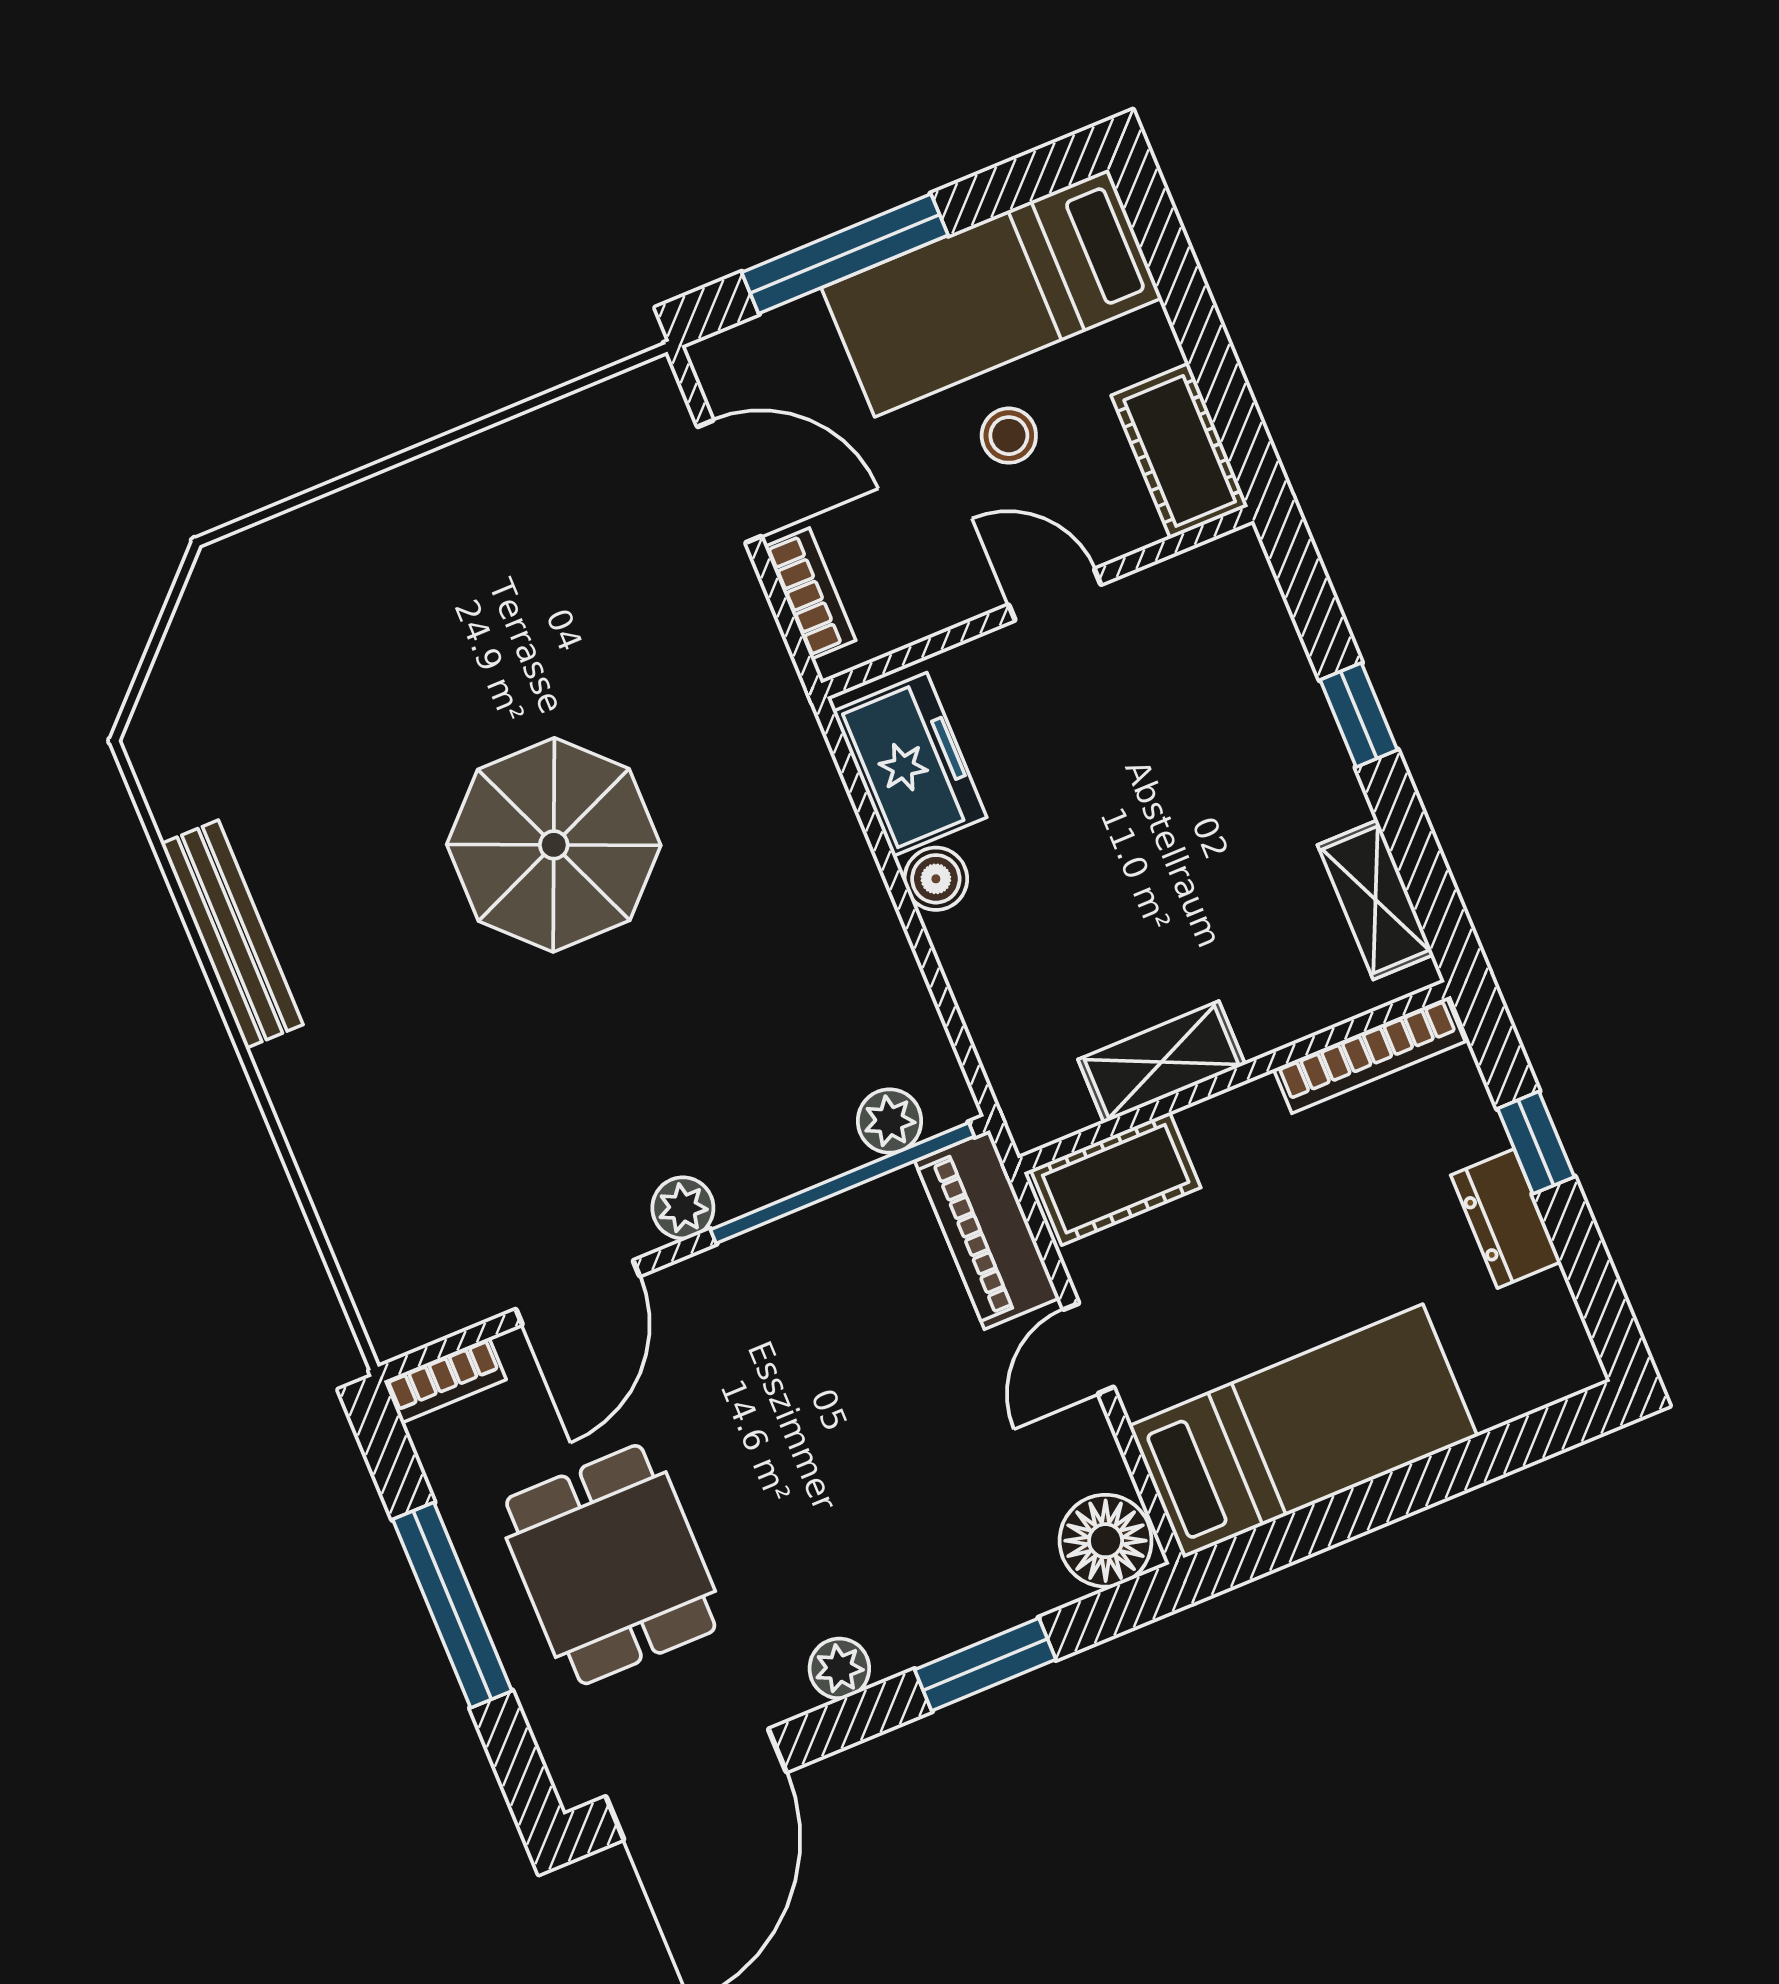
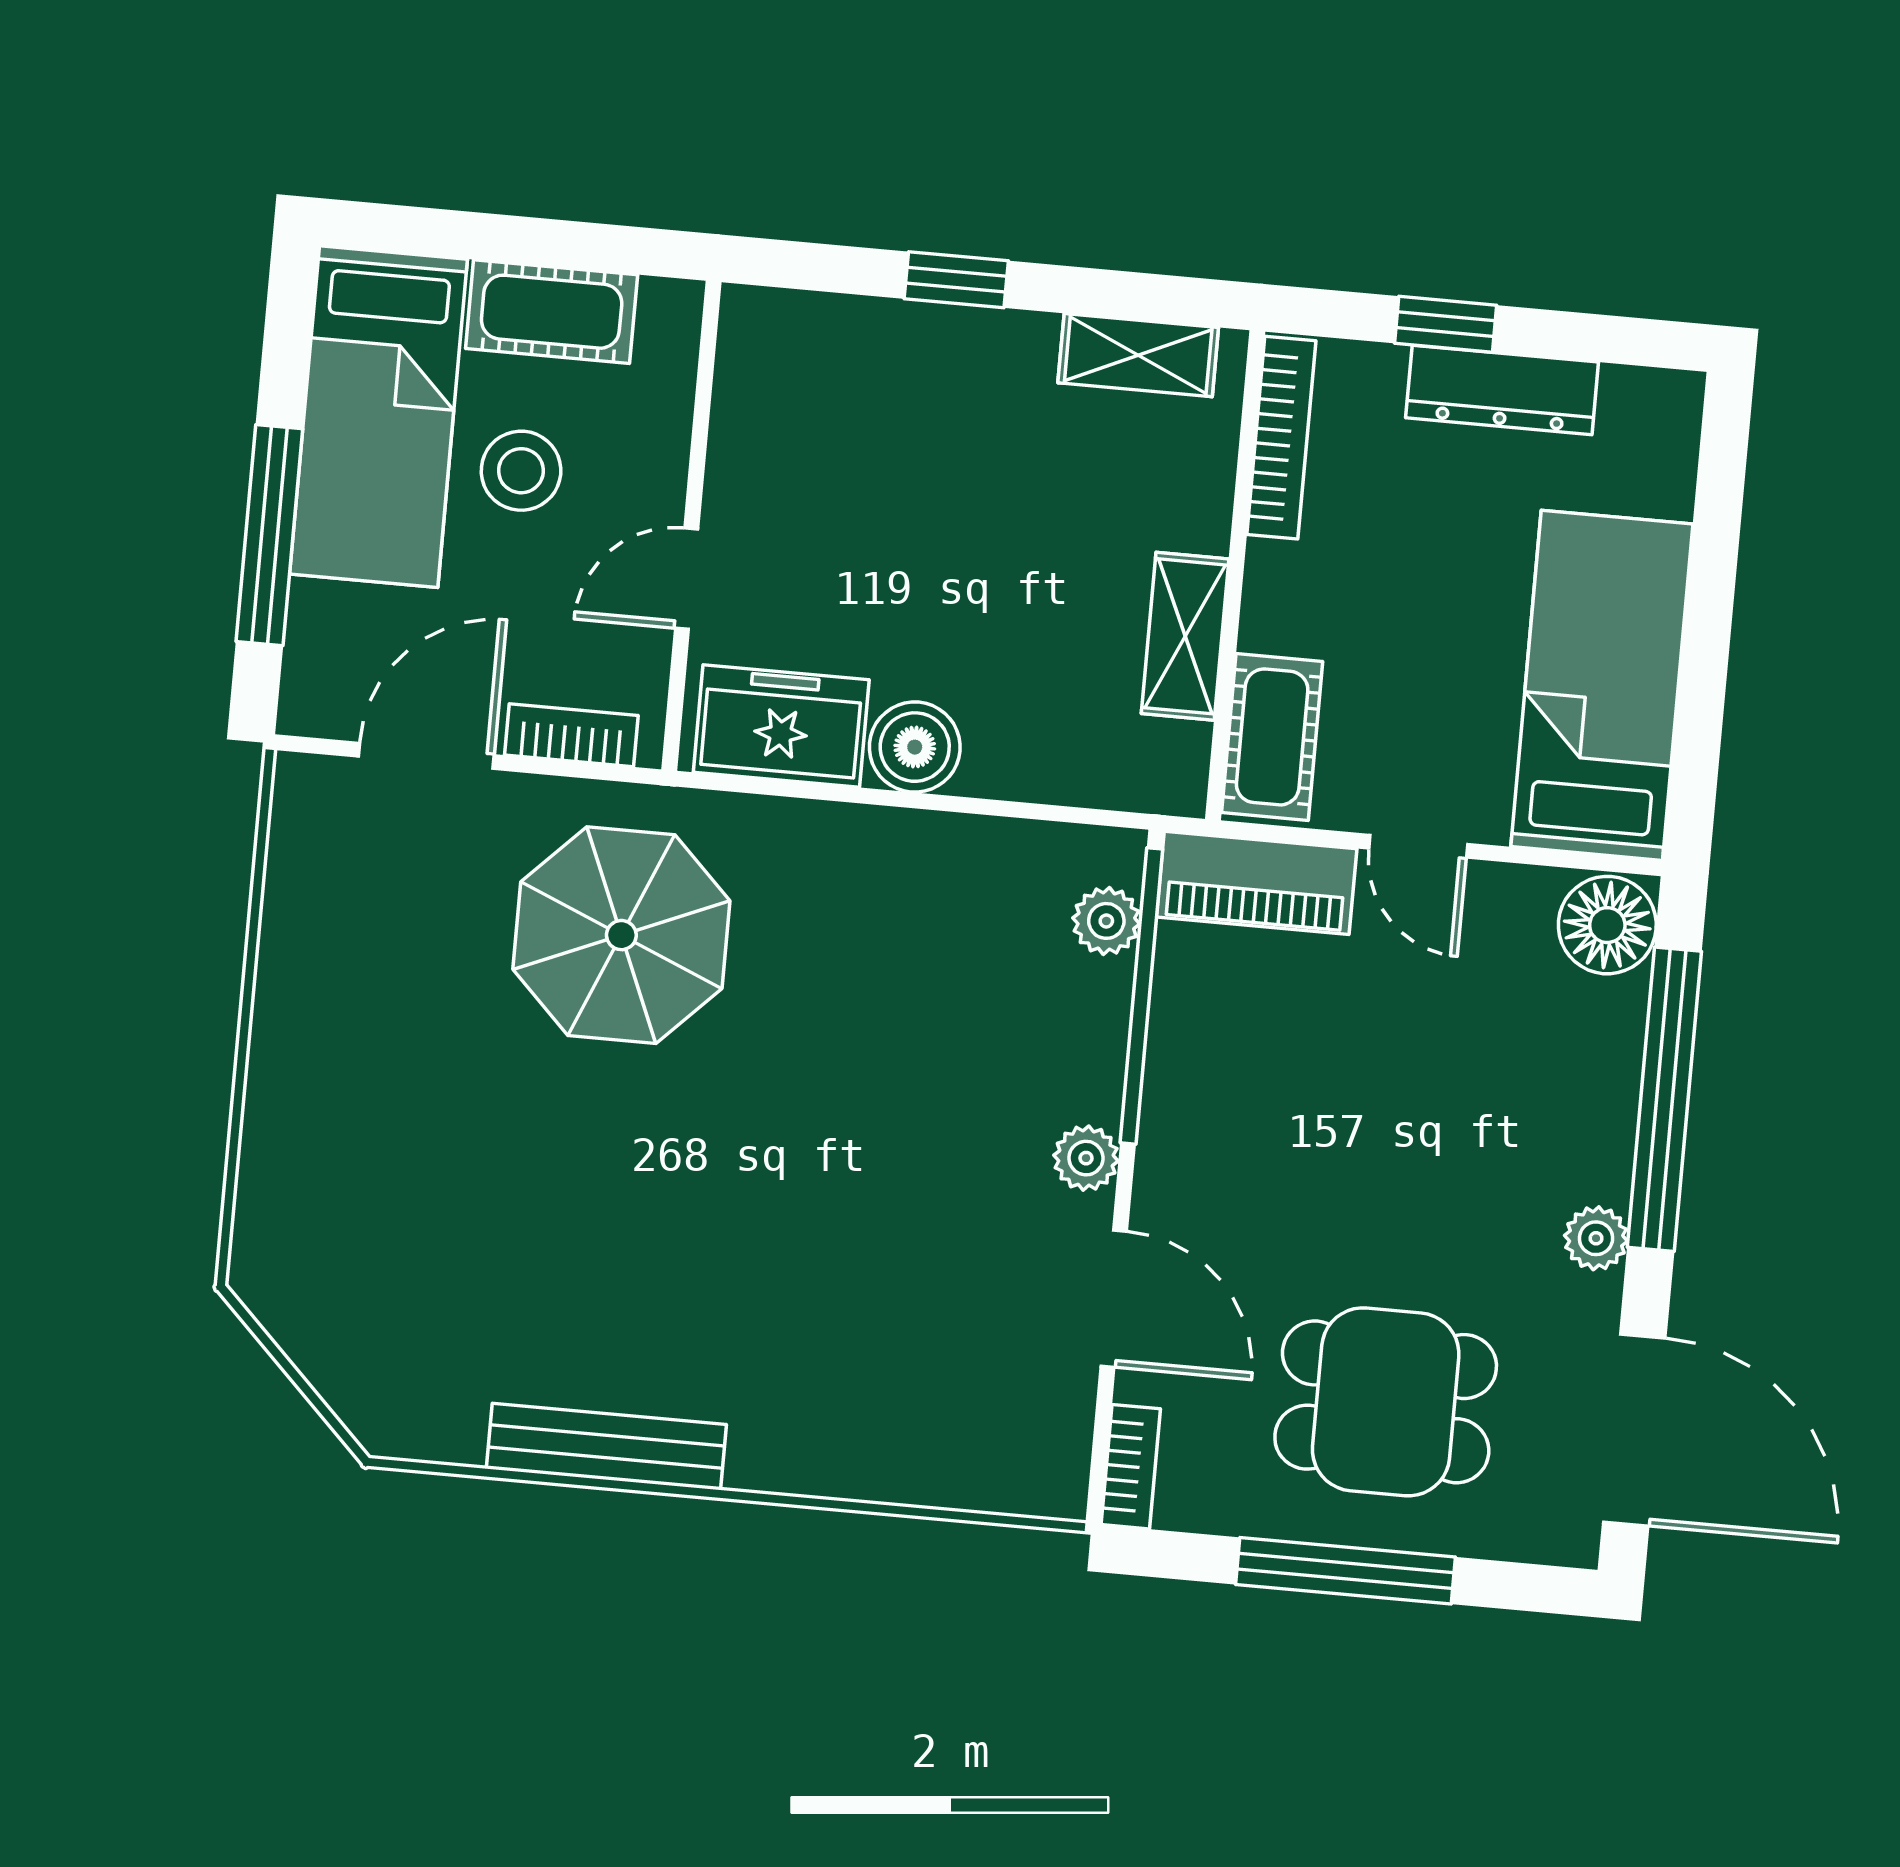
stool: (1009, 436) -> (521, 471), width x1.37, depth x1.37
cot: (1180, 451) -> (552, 312), moved
door: (1055, 595) -> (687, 579), moved
parasol: (554, 845) -> (621, 935), moved
boiler: (936, 879) -> (915, 747), width x1.36, depth x1.36
dresser: (1506, 1219) -> (1502, 390), width x1.44
window: (985, 1665) -> (1664, 1099), width x2.11

